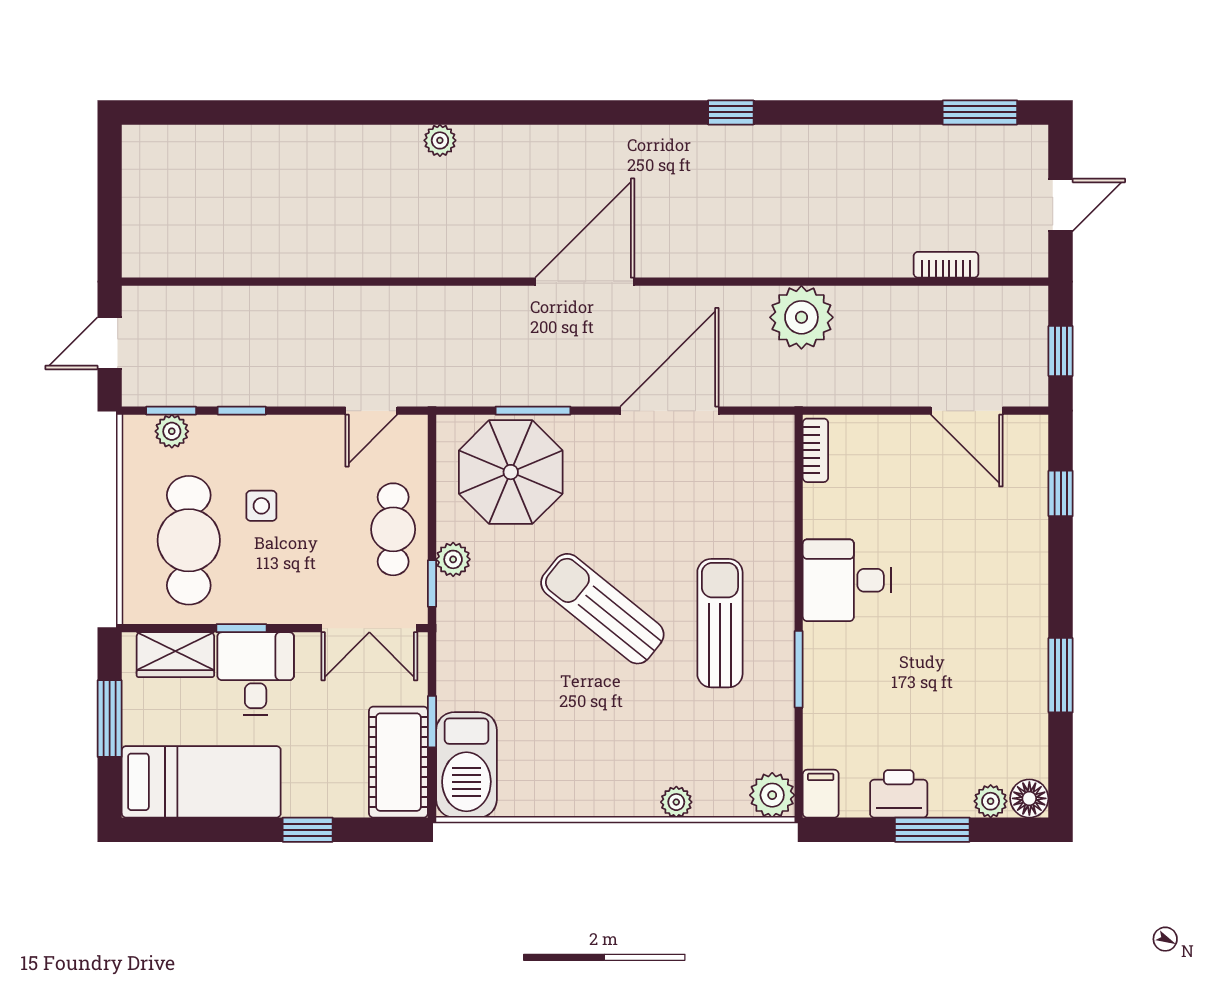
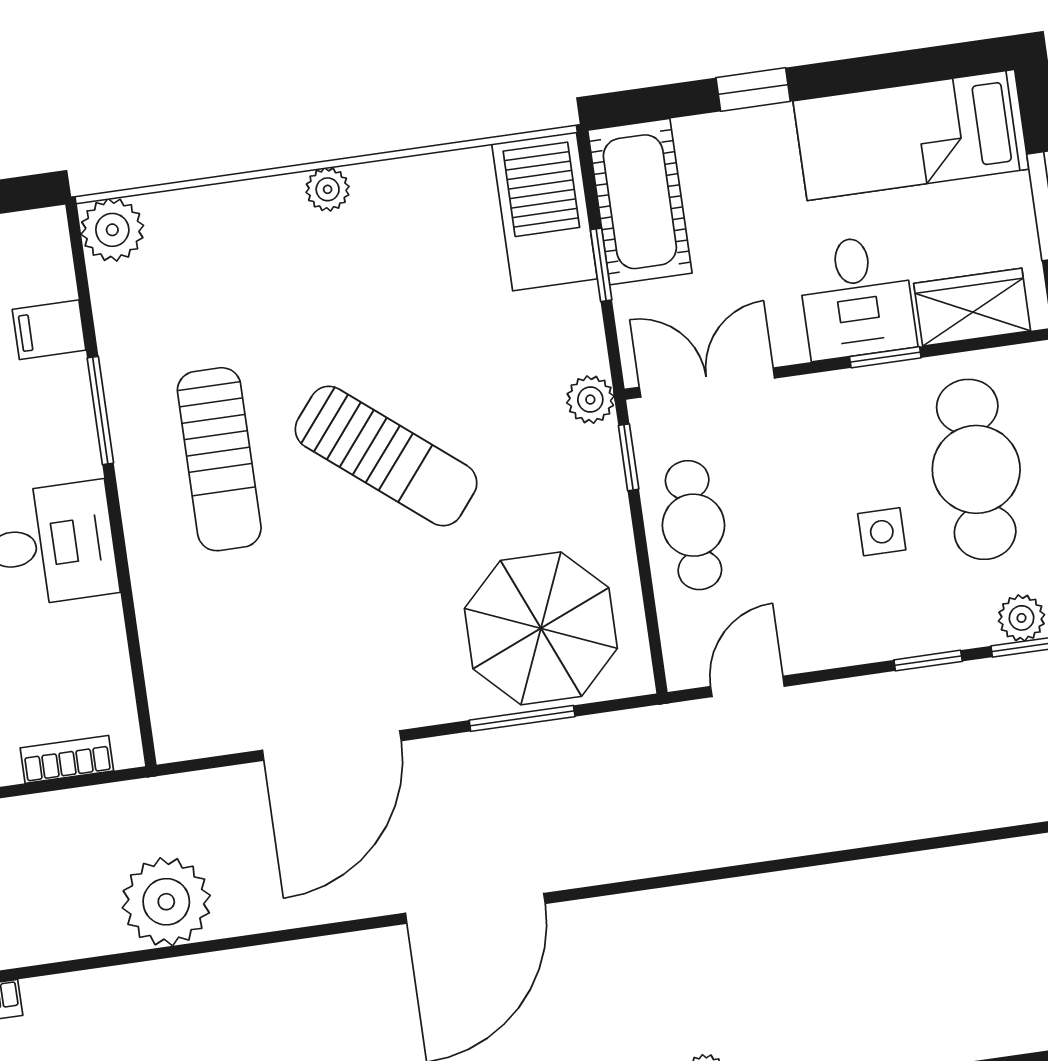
bookcase: (815, 450) -> (67, 759), moved, turned 90
plant: (453, 559) -> (590, 400), moved
filing cabinet: (821, 794) -> (49, 330), moved, turned 90
plant: (676, 802) -> (328, 189), moved

